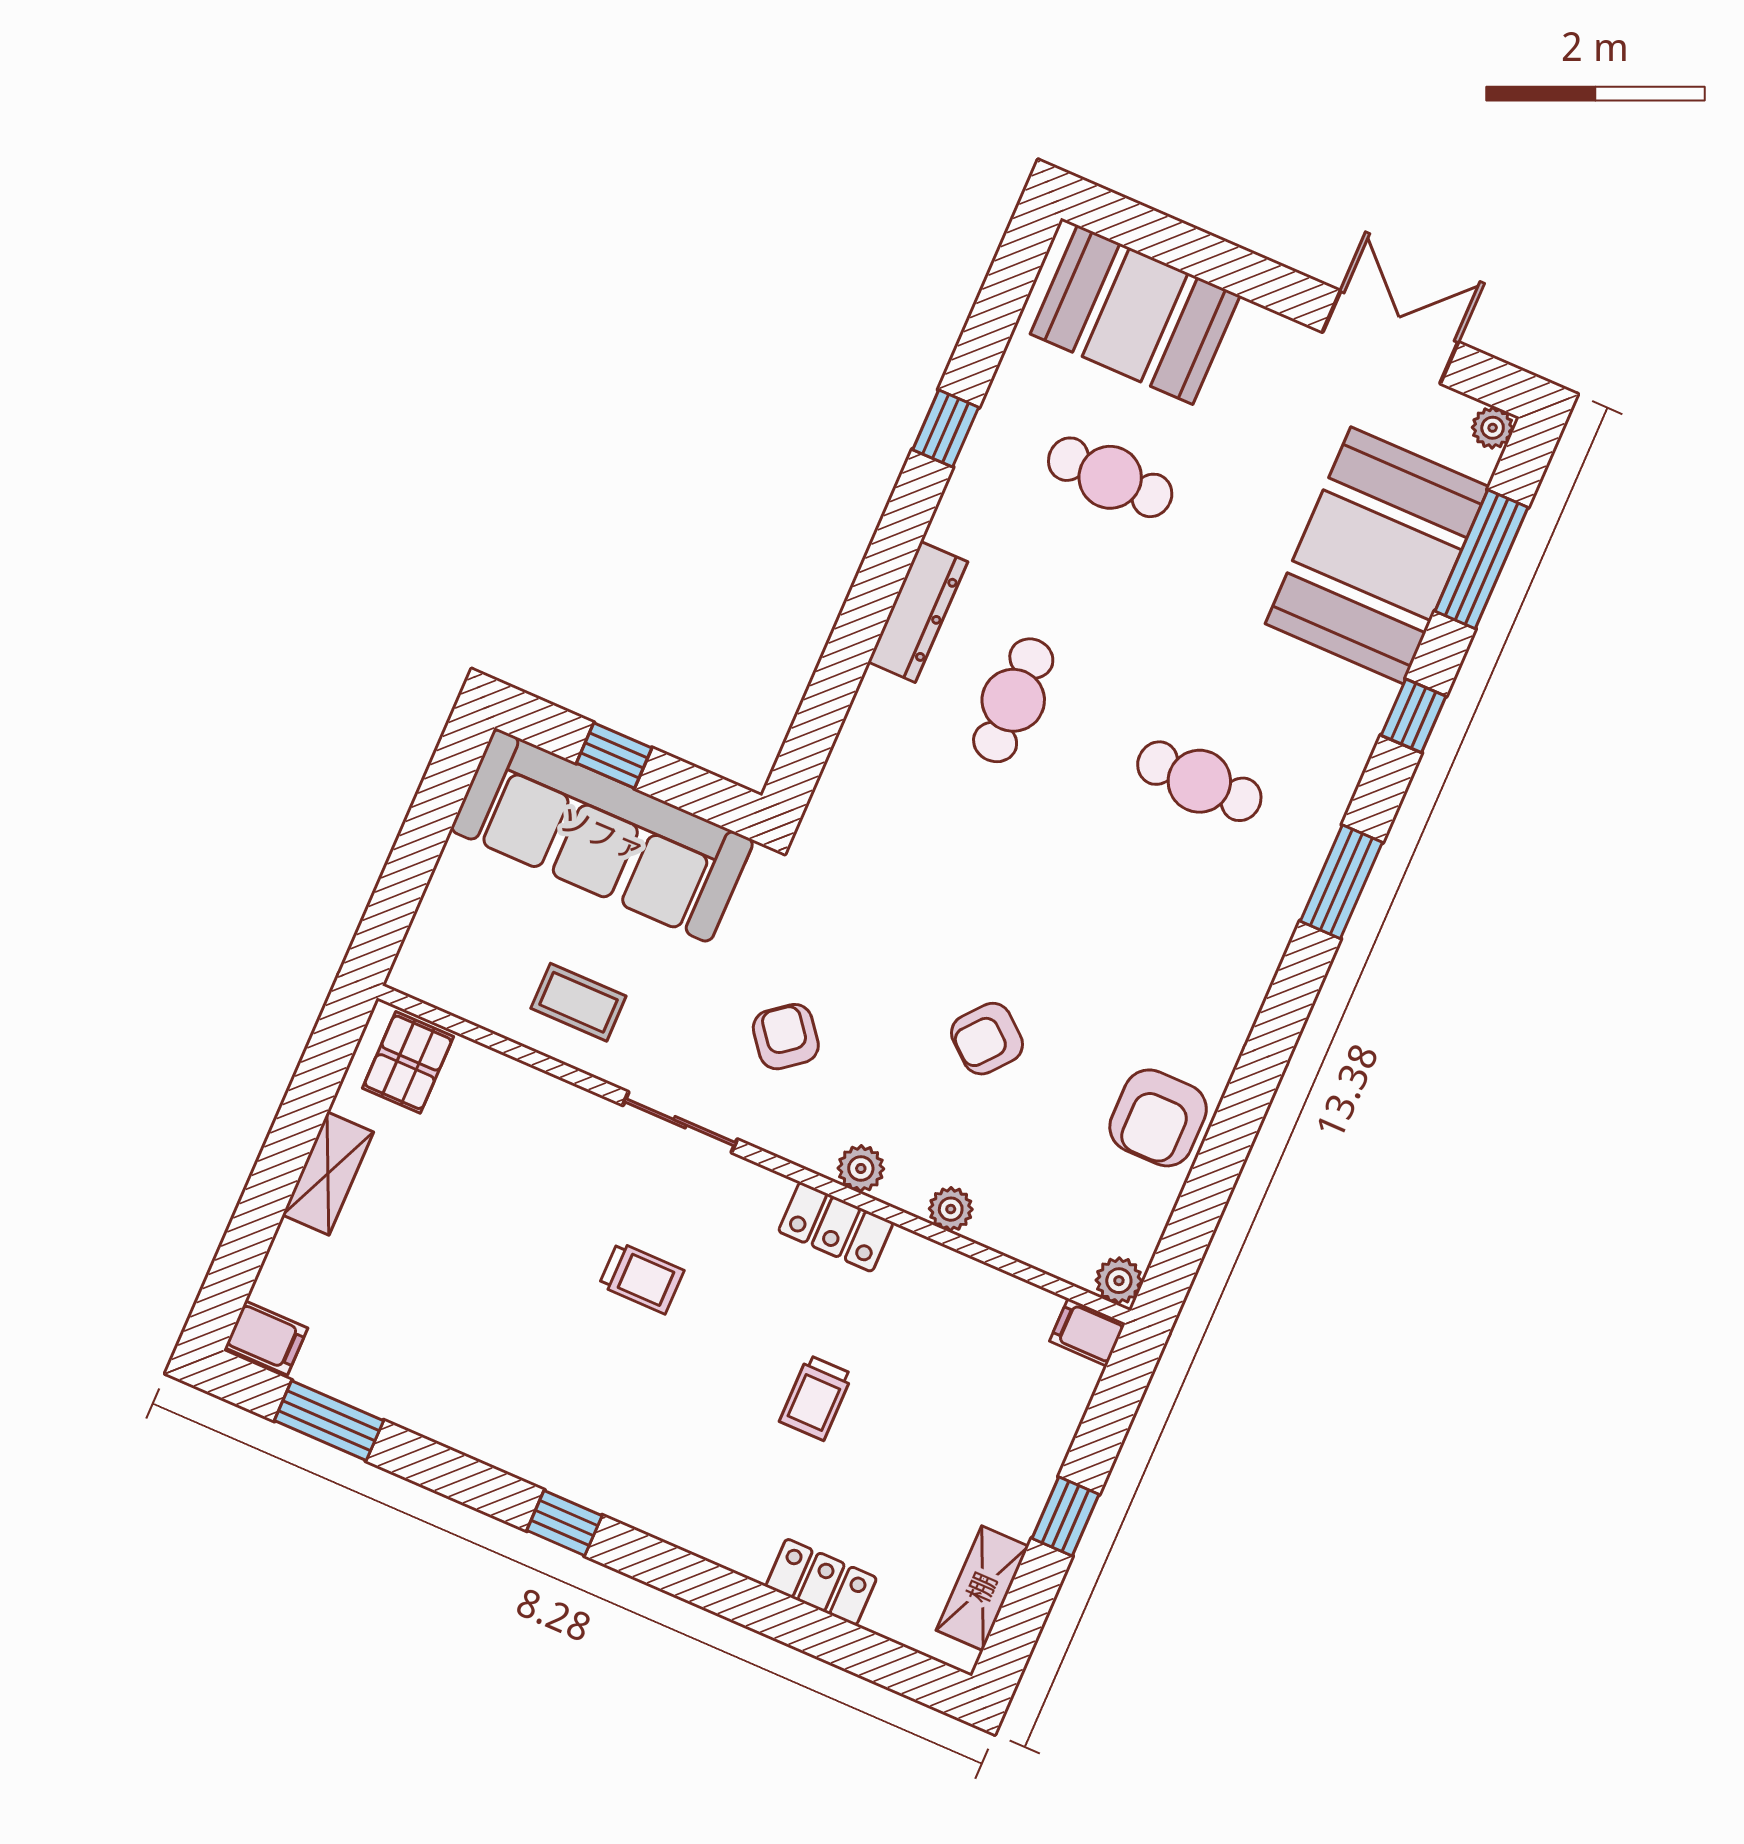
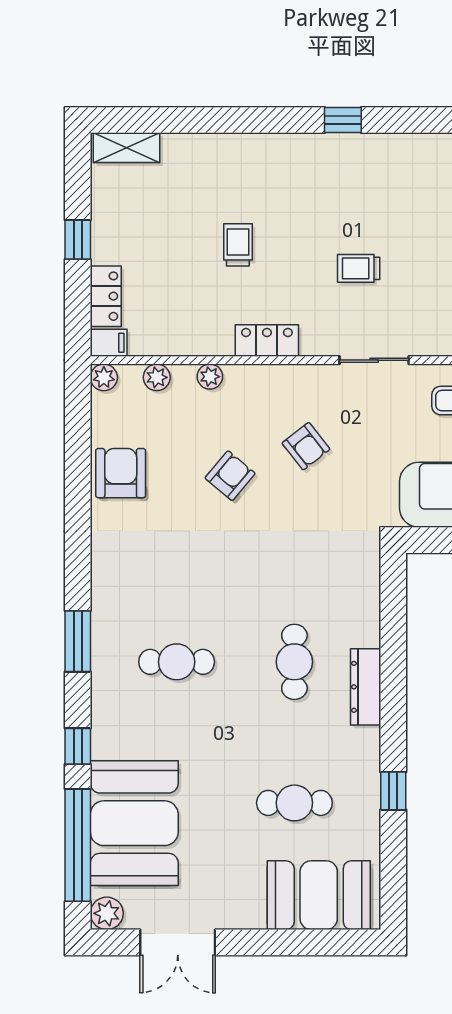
plant: (1493, 428) -> (107, 913), width x1.38, depth x1.38
window: (1482, 559) -> (78, 845), width x1.46
armchair: (786, 1037) -> (306, 446), moved
plant: (861, 1169) -> (157, 377), moved
locker: (821, 1582) -> (106, 296), moved, turned -90
shelving: (982, 1588) -> (126, 148), moved, turned 90

